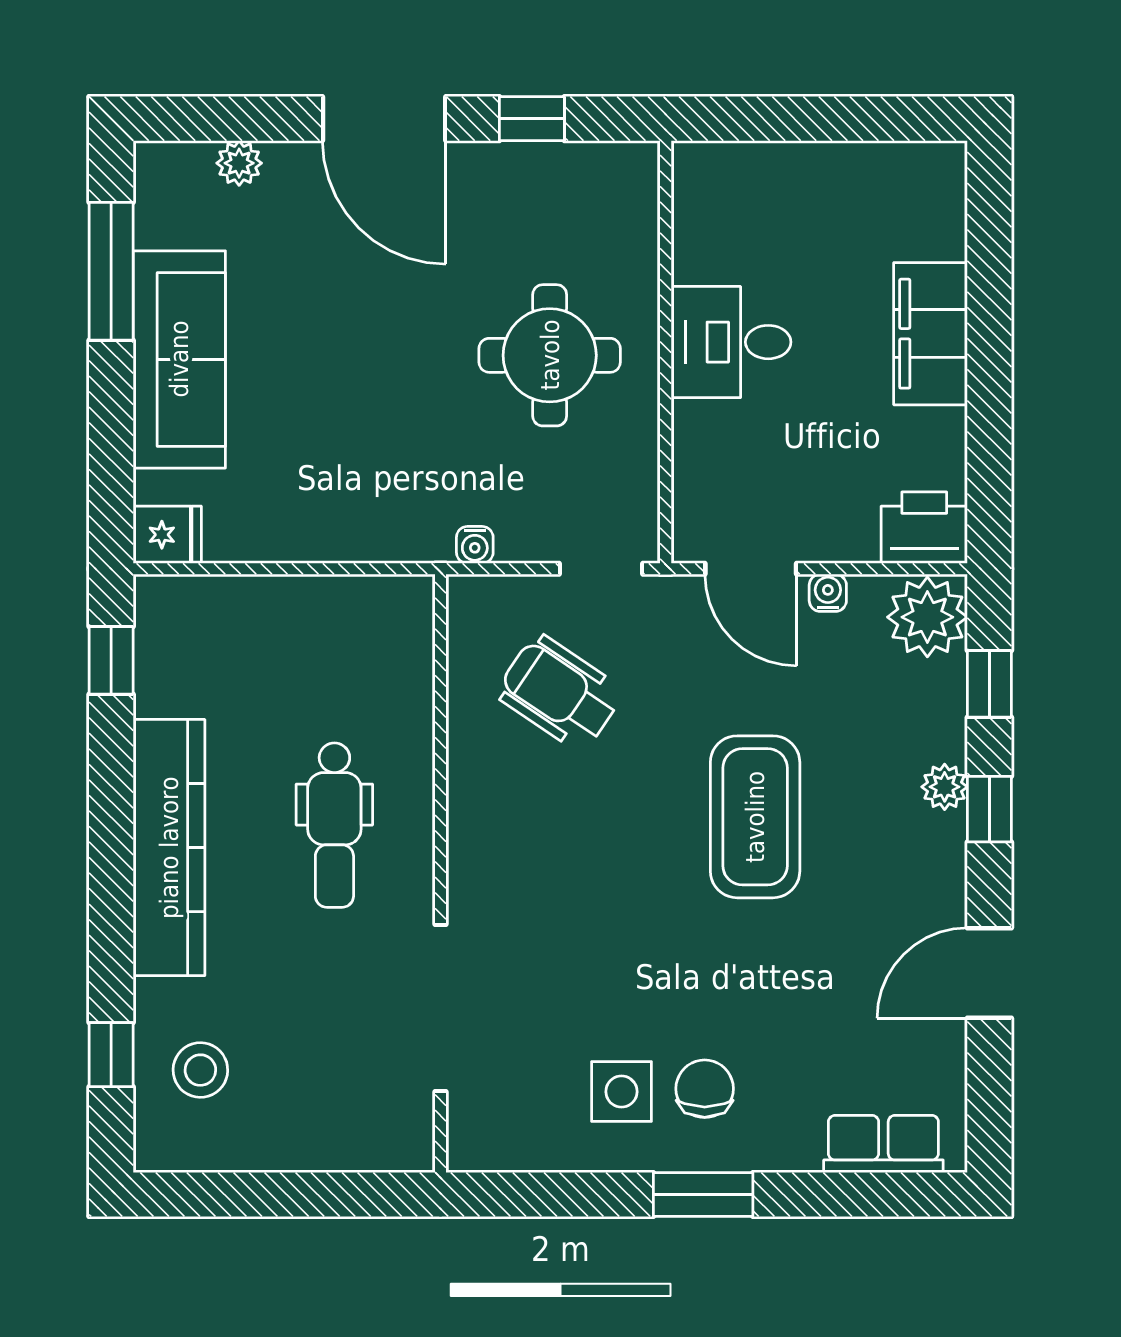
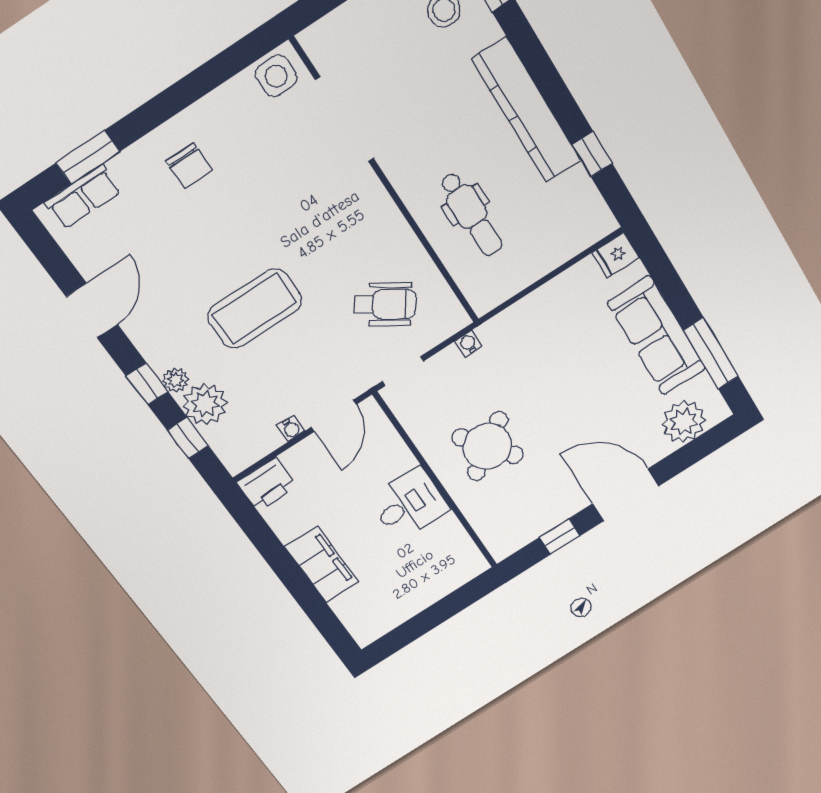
plant: (239, 163) -> (684, 422), width x1.88, depth x1.88
round table: (550, 355) -> (488, 446), turned -36
door: (751, 569) -> (334, 416), swing flipped
plant: (927, 617) -> (205, 404), moved
window: (111, 660) -> (592, 154), moved
coffee table: (755, 817) -> (255, 309), turned 90
dental chair: (334, 825) -> (471, 214), moved, turned 180
side table: (621, 1092) -> (276, 76), moved
window: (703, 1195) -> (88, 157), moved

